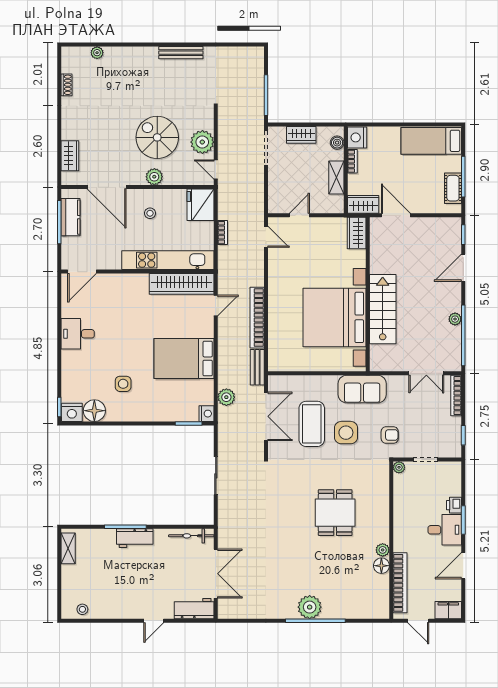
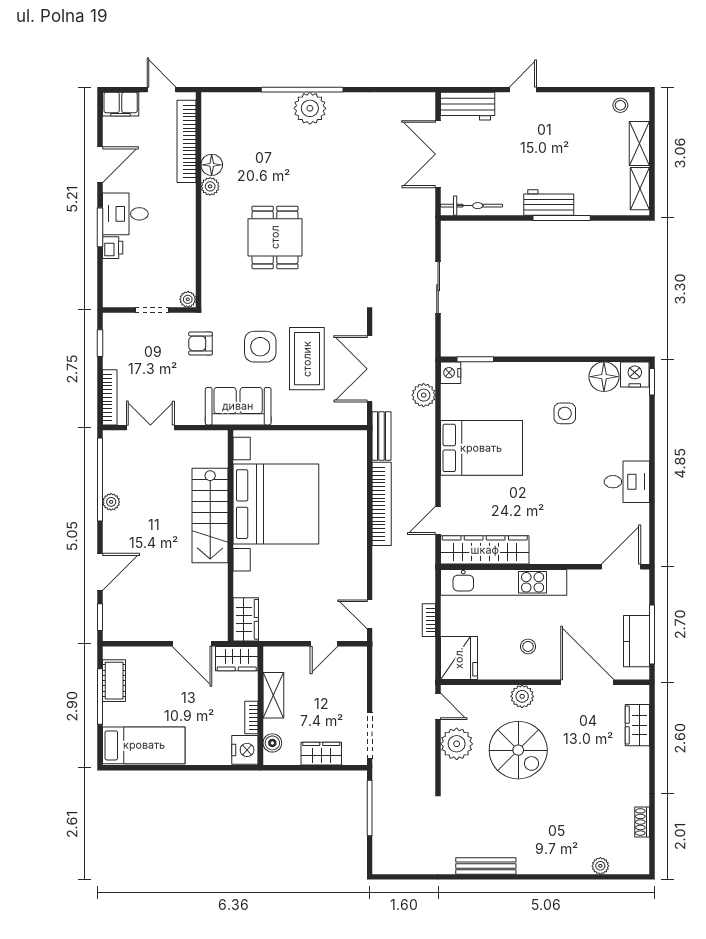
shelving: (68, 581) -> (639, 143), added

